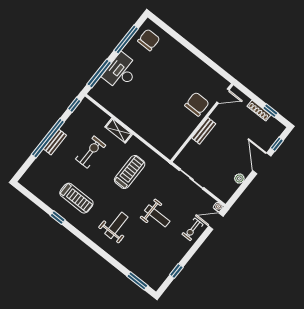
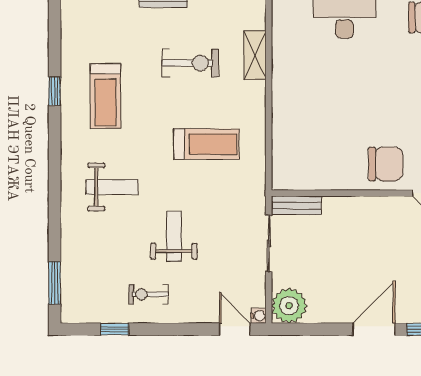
shelving: (119, 131) -> (255, 55), moved
bench: (204, 131) -> (296, 205), moved
plant: (239, 179) -> (289, 306), moved, width x1.88, depth x1.88
weight bench: (157, 216) -> (174, 236), turned 180
exercise bike: (192, 229) -> (149, 294), moved

